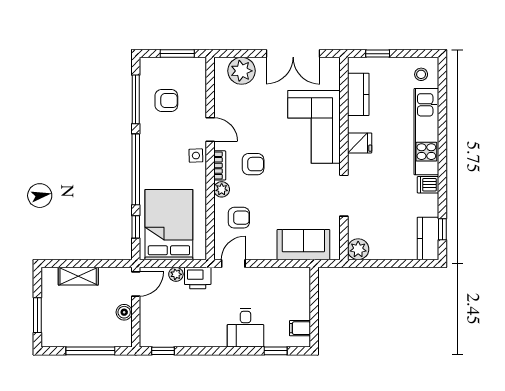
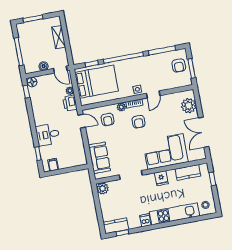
armchair: (166, 100) -> (179, 65), moved
floor lamp: (148, 338) -> (32, 82), added

